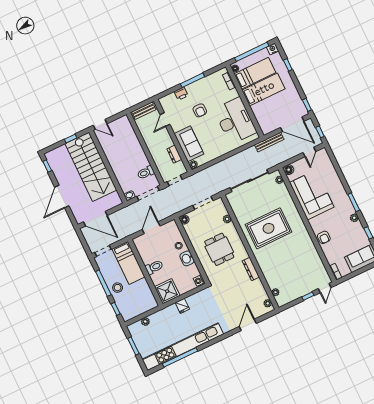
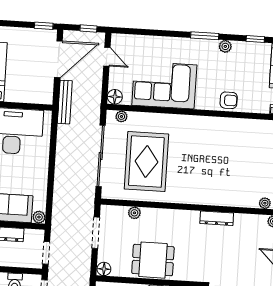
rug: (269, 228) -> (146, 162), moved
dining table: (219, 249) -> (153, 260), moved

